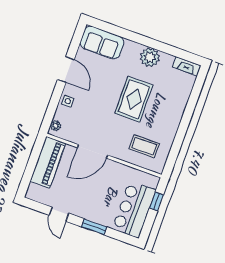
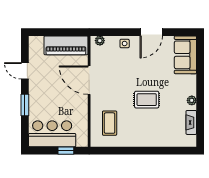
plant: (150, 57) -> (192, 100), width x0.53, depth x0.53
fireplace: (187, 66) -> (191, 122), moved
rug: (134, 99) -> (147, 100), width x0.73, depth x0.70
door: (59, 214) -> (25, 71), hinge flipped

